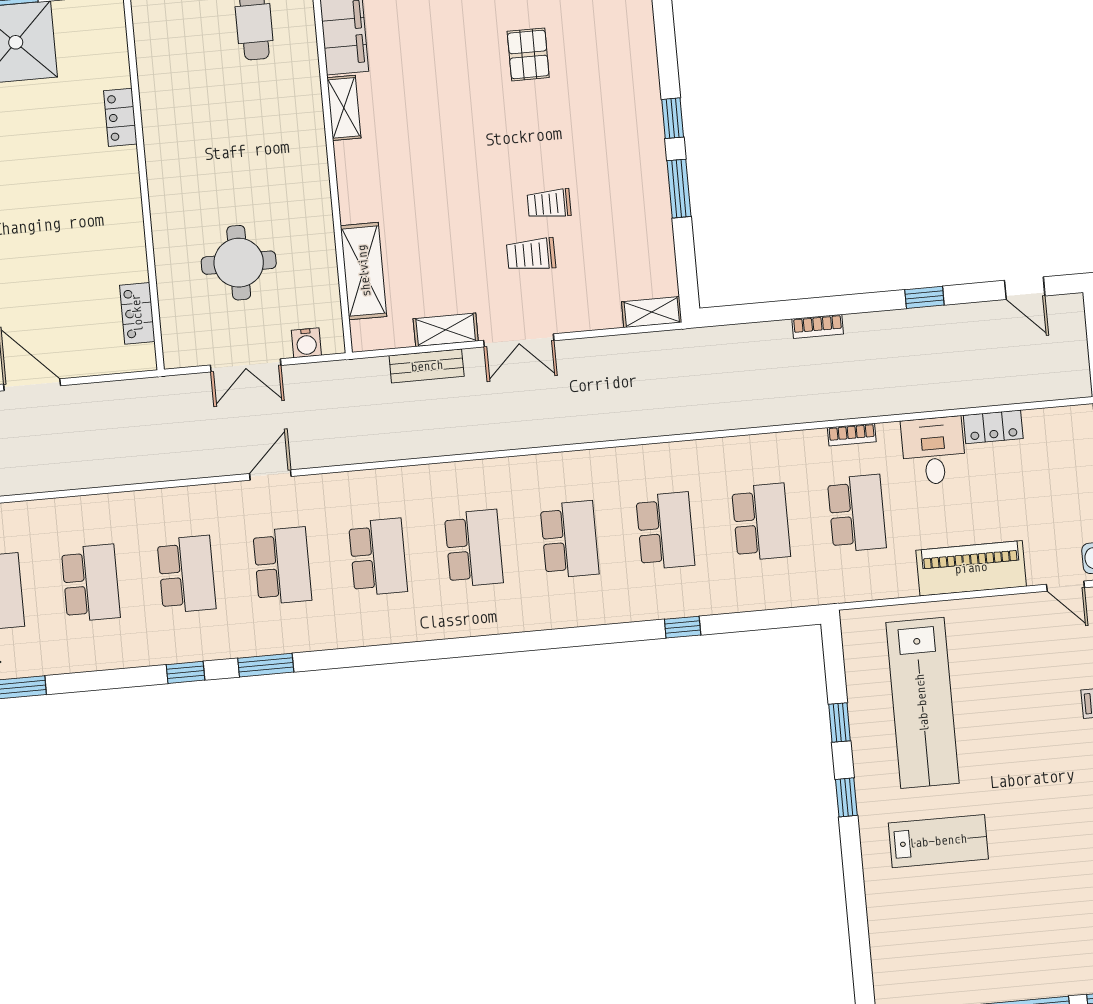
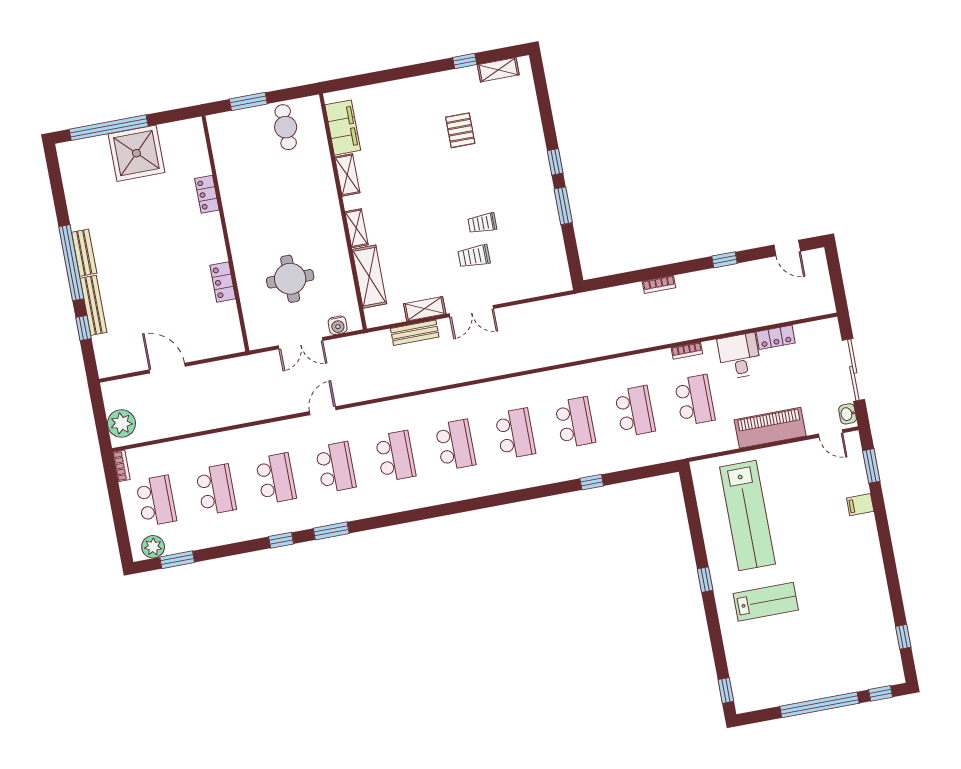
shelving: (652, 312) -> (356, 228), moved, turned 90
locker: (137, 313) -> (223, 282), moved
window: (840, 722) -> (726, 690), moved

